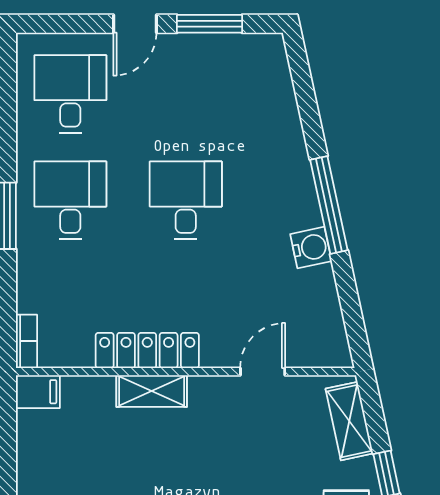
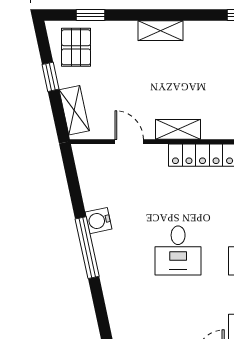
door: (263, 372) -> (129, 142), swing flipped
shelving: (152, 391) -> (178, 129), moved

